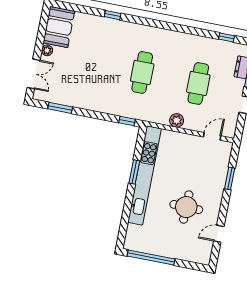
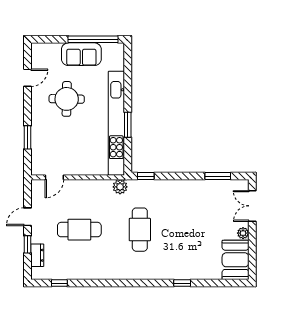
cafe table: (198, 83) -> (79, 230), turned 90
plant: (177, 120) -> (120, 187), moved
sofa: (164, 246) -> (81, 54), added

